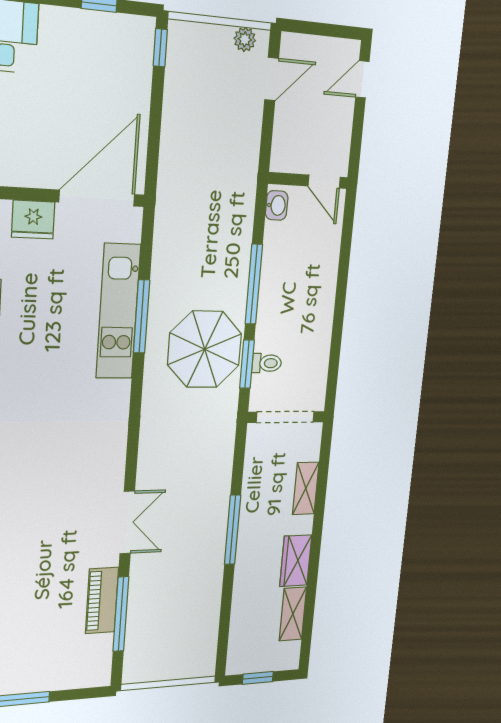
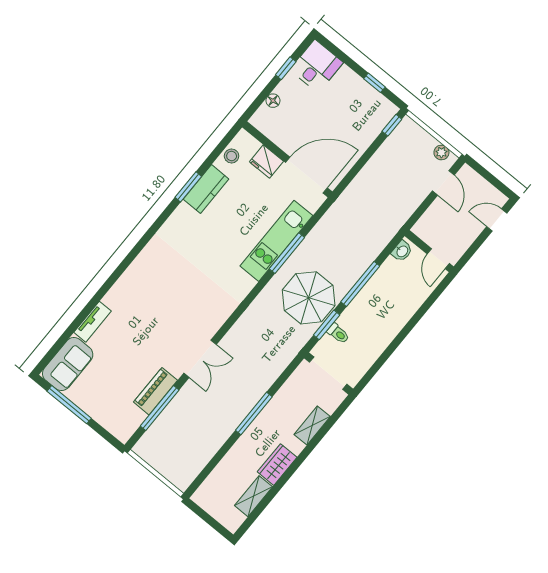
door: (272, 79) -> (443, 183), hinge flipped
window: (258, 678) -> (206, 517), removed

